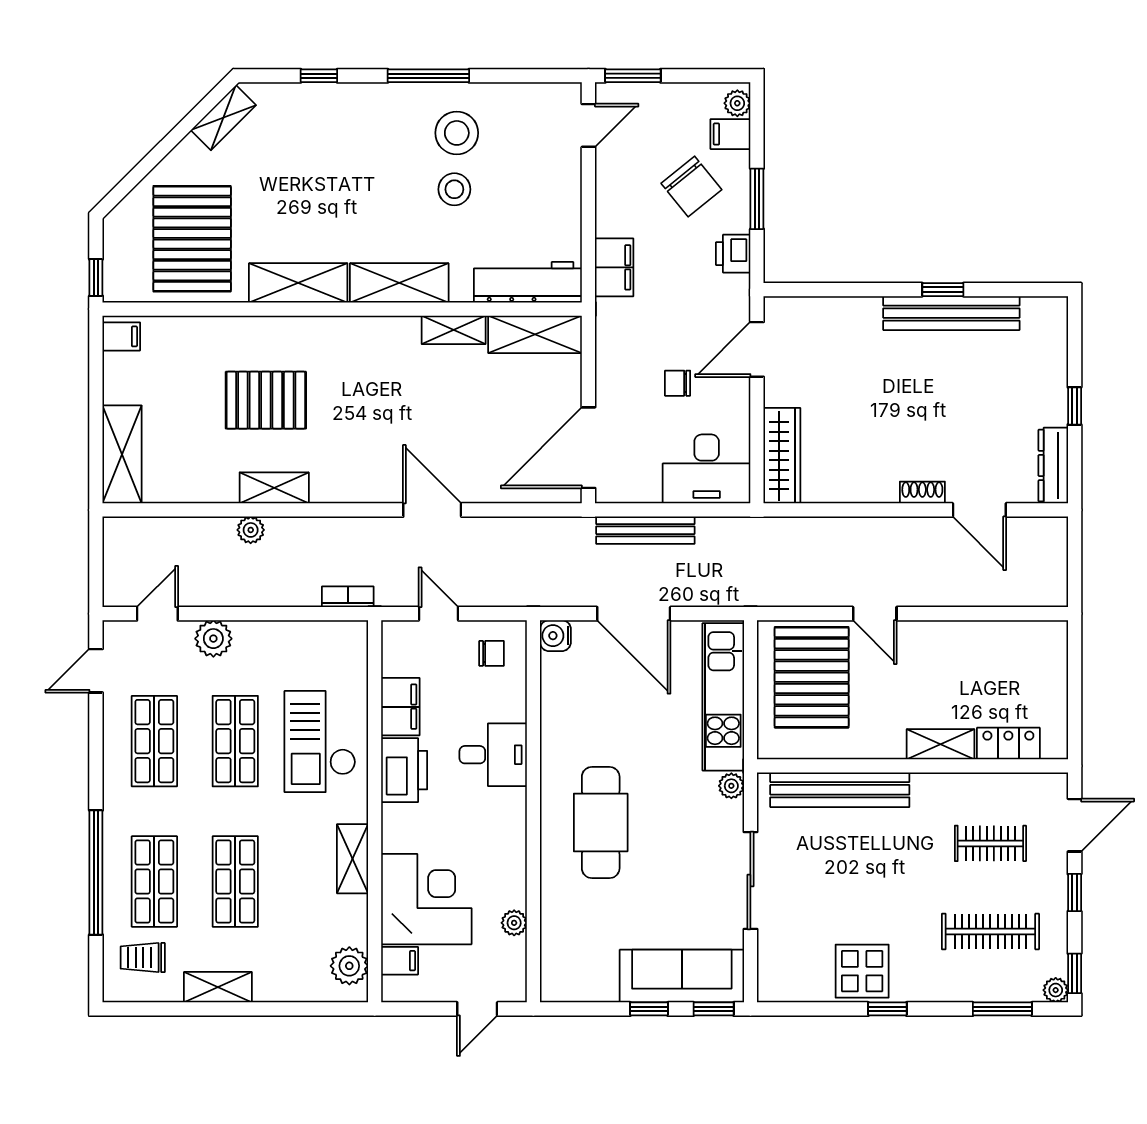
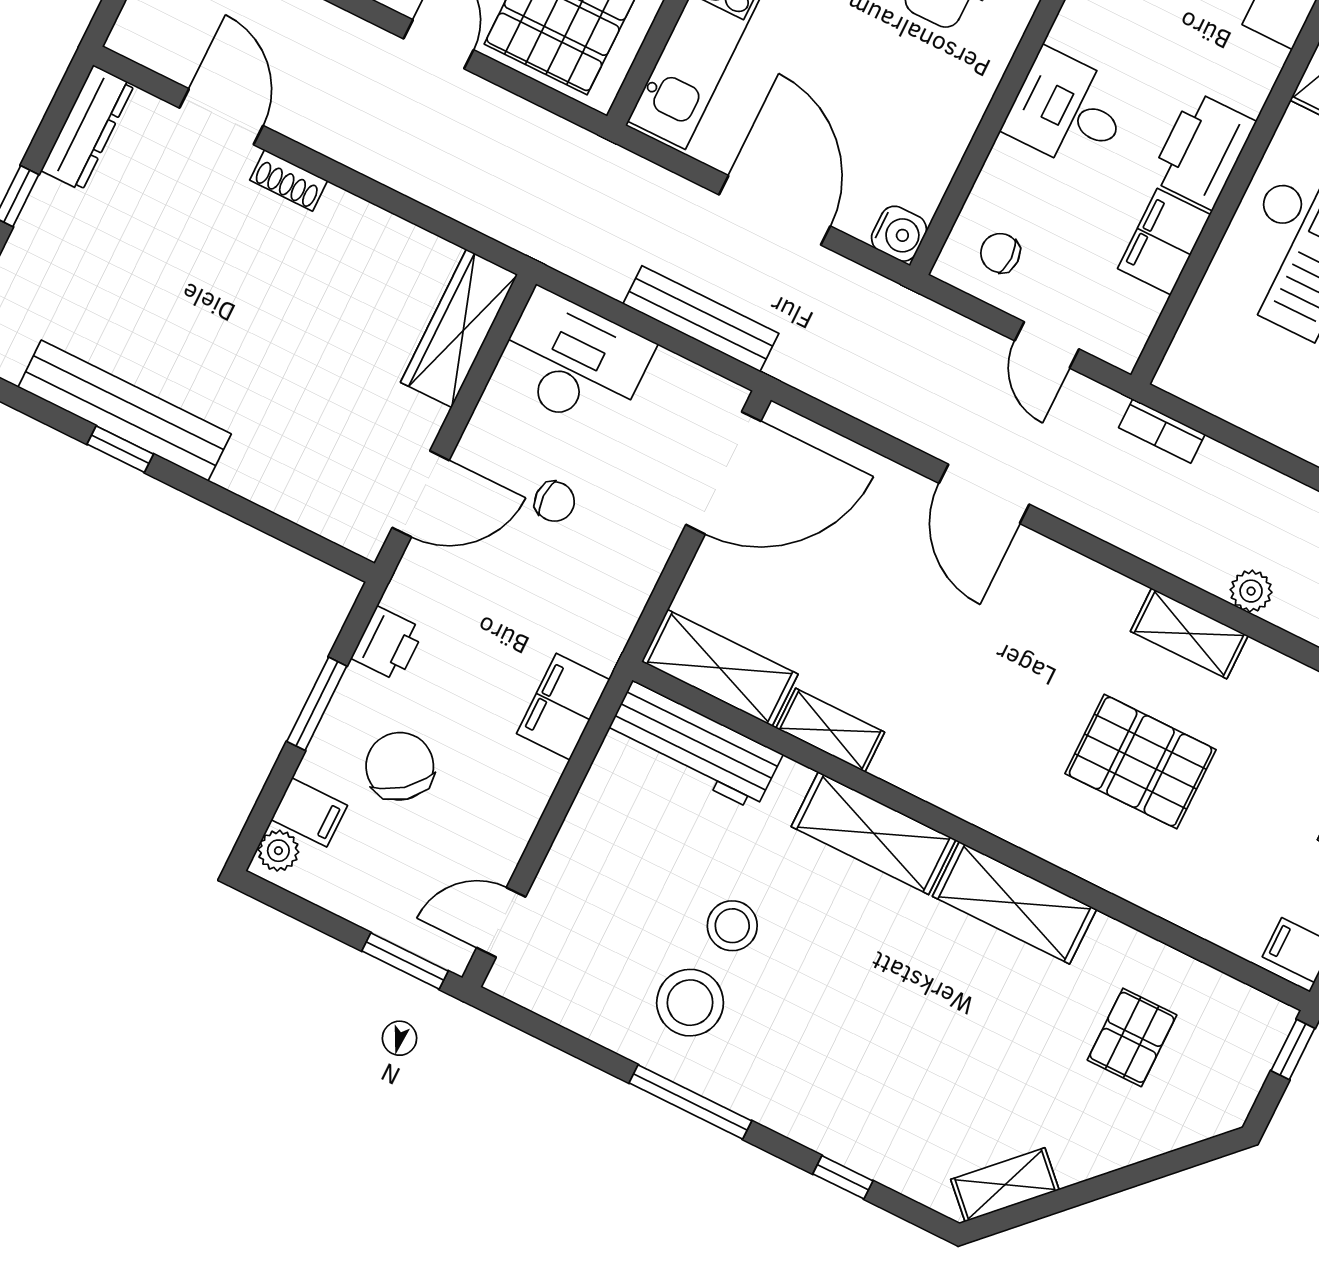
pallet: (192, 239) -> (1132, 1037), width x0.49, depth x0.50

